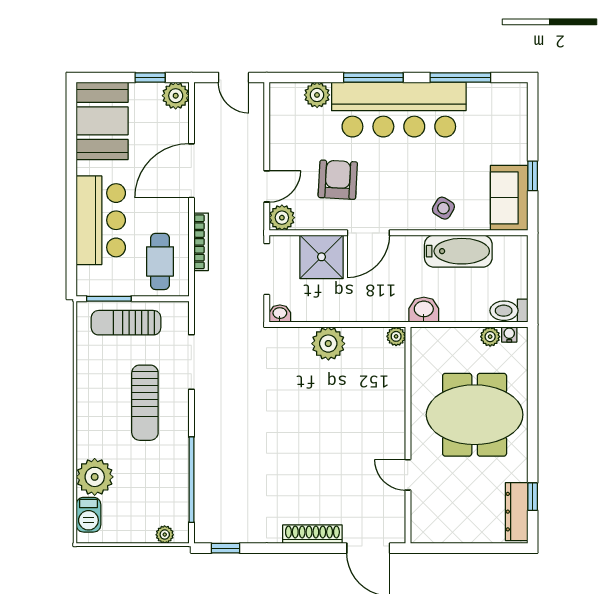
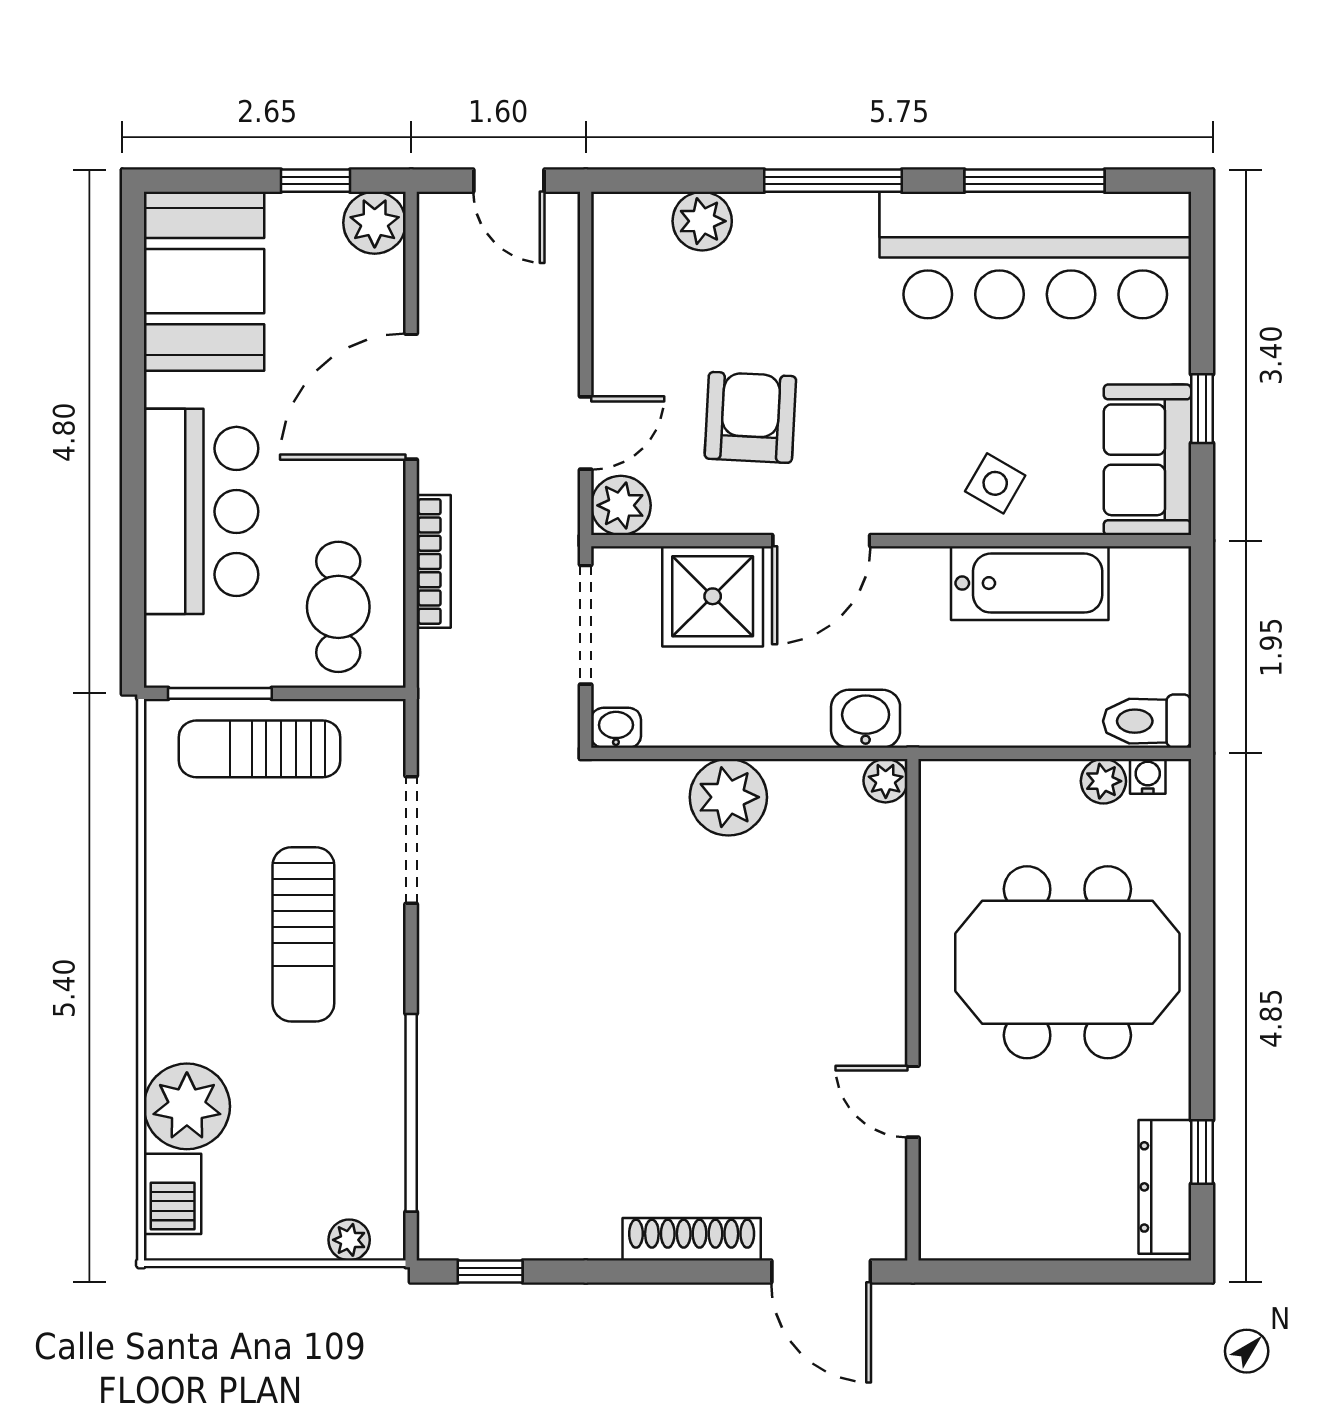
bar counter: (399, 110) -> (1035, 255), moved
washbasin: (424, 310) -> (866, 719), moved

